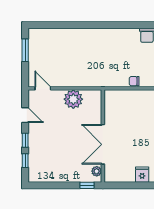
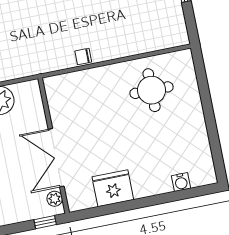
fridge: (142, 175) -> (113, 188), width x1.88, depth x1.34

